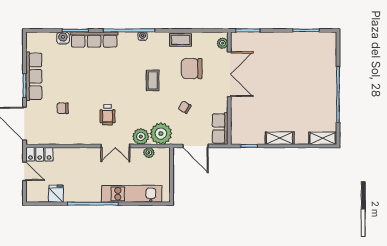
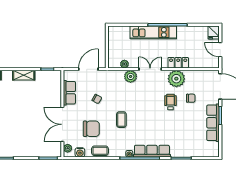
water cooler: (63, 38) -> (80, 152), moved
row of seats: (94, 39) -> (152, 151), moved
wheelchair: (107, 115) -> (170, 102), moved
row of seats: (220, 128) -> (69, 93), moved
plant: (161, 134) -> (176, 79), moved
door: (196, 146) -> (88, 69), hinge flipped
locker: (40, 154) -> (178, 63), moved
fridge: (56, 194) -> (214, 32), moved
kitchen unit: (132, 194) -> (153, 32), moved

